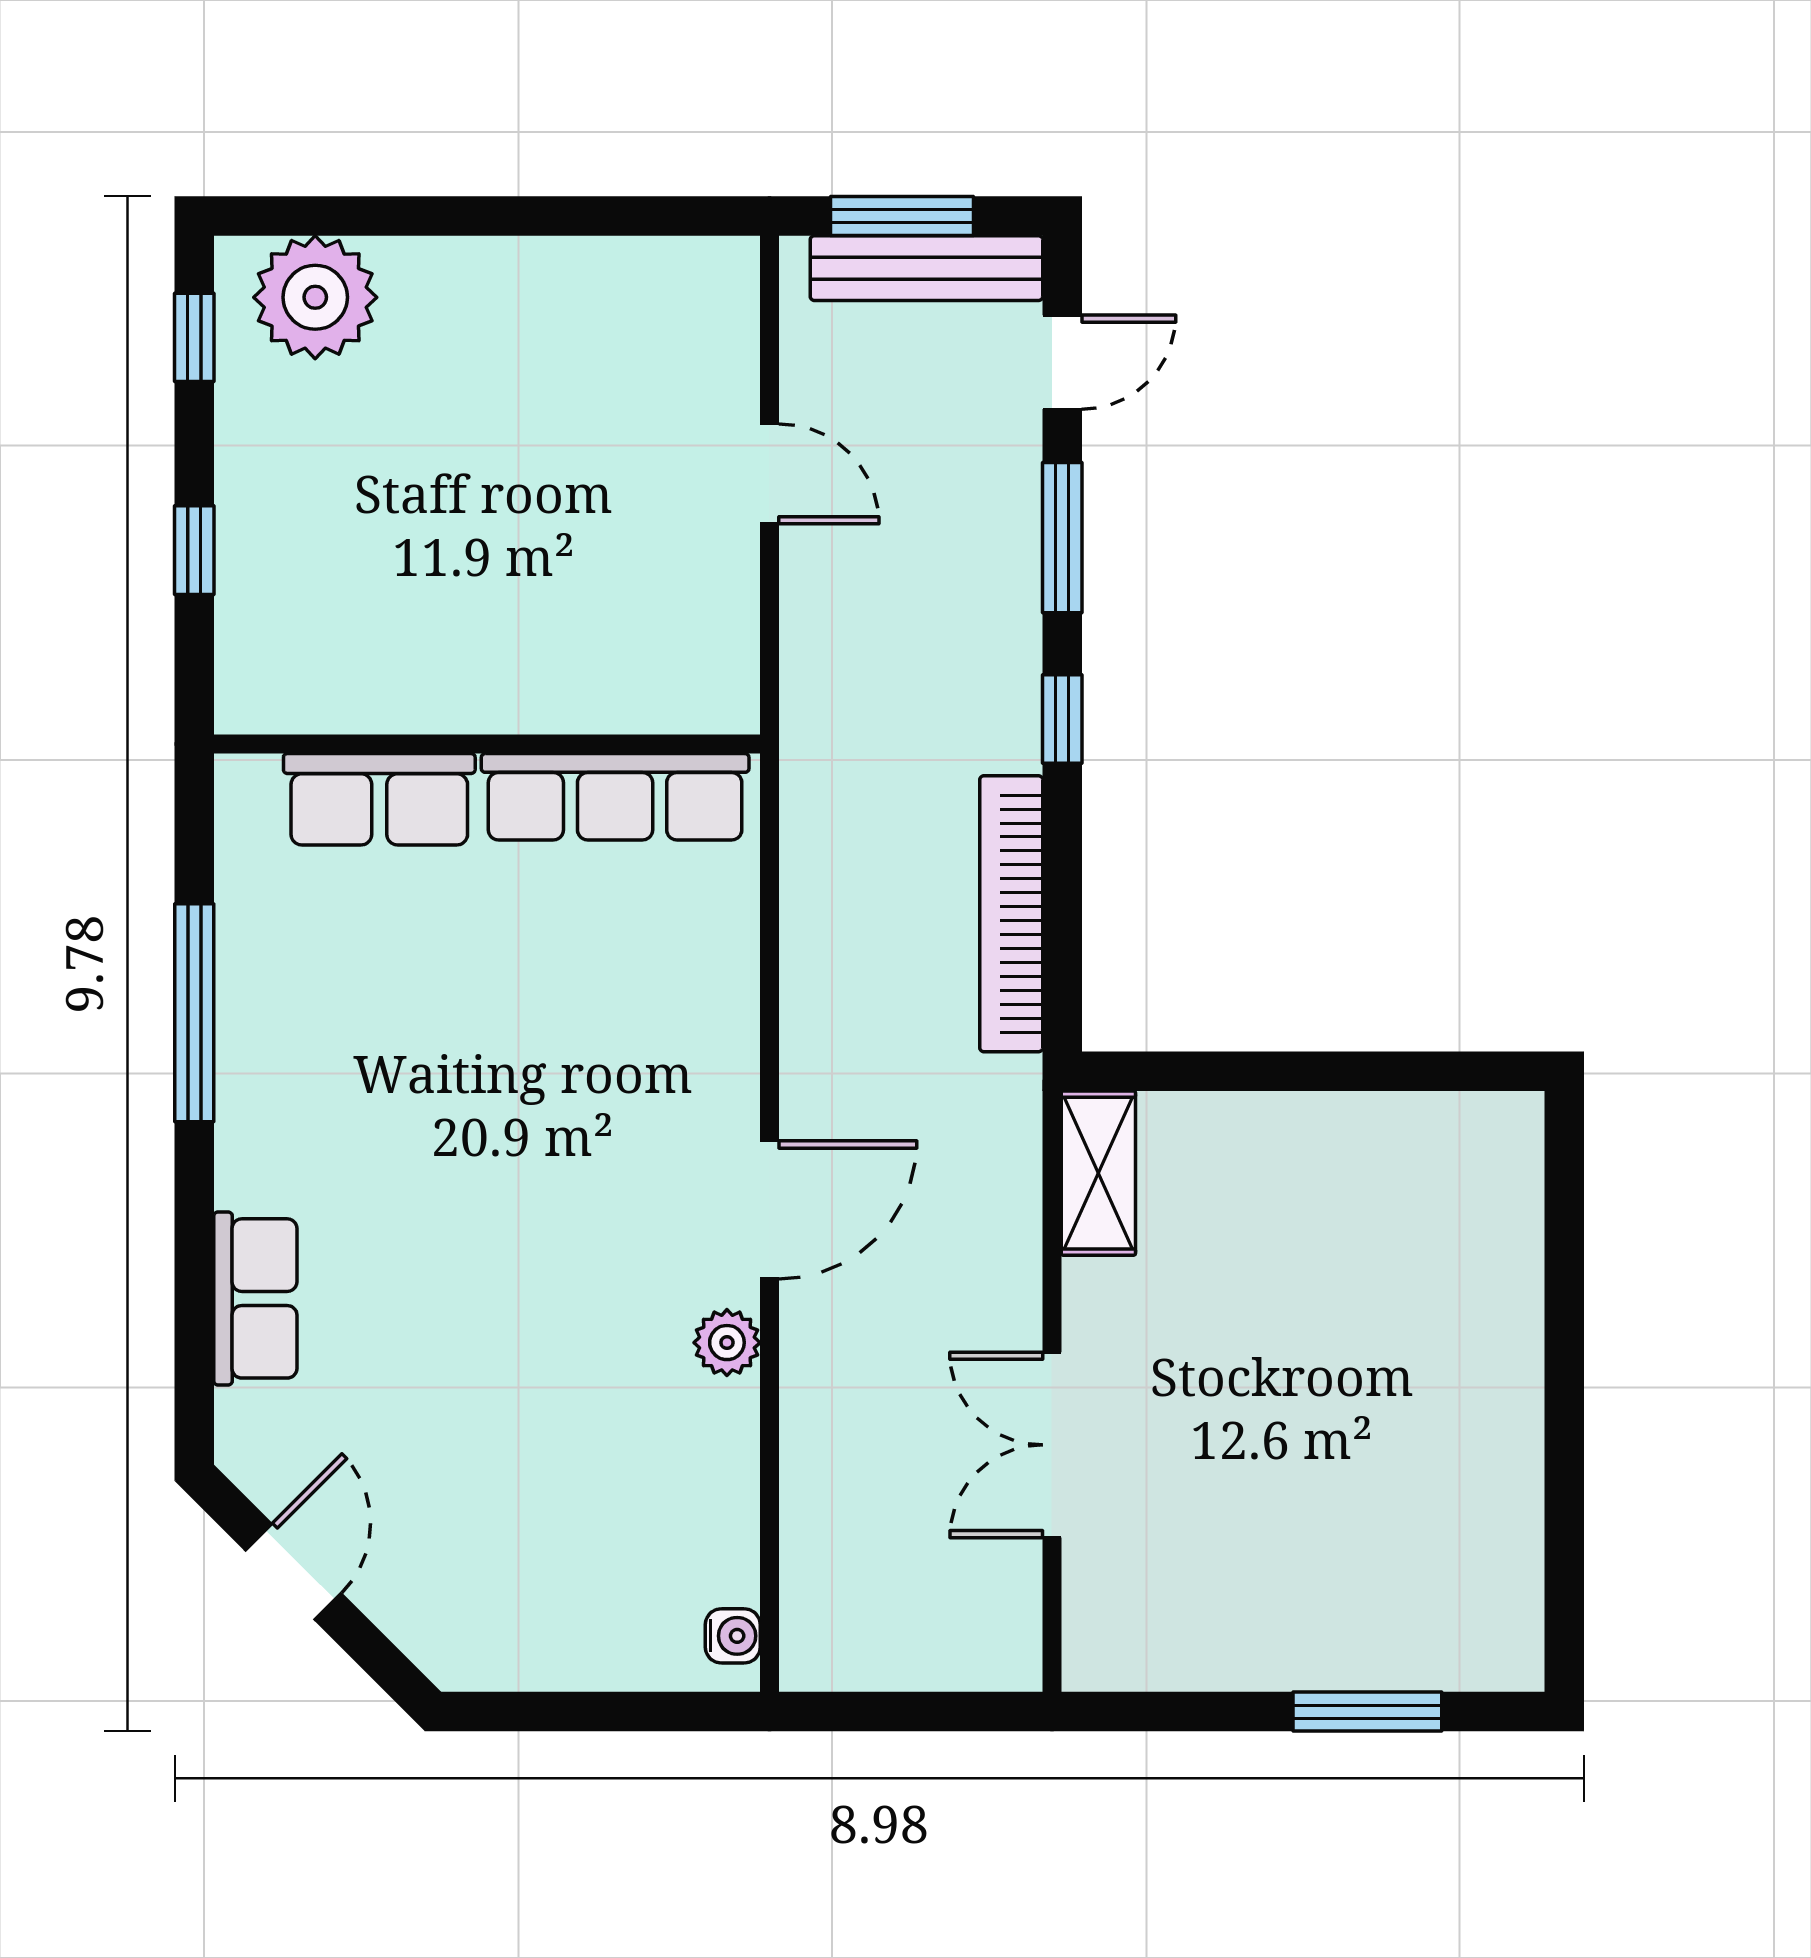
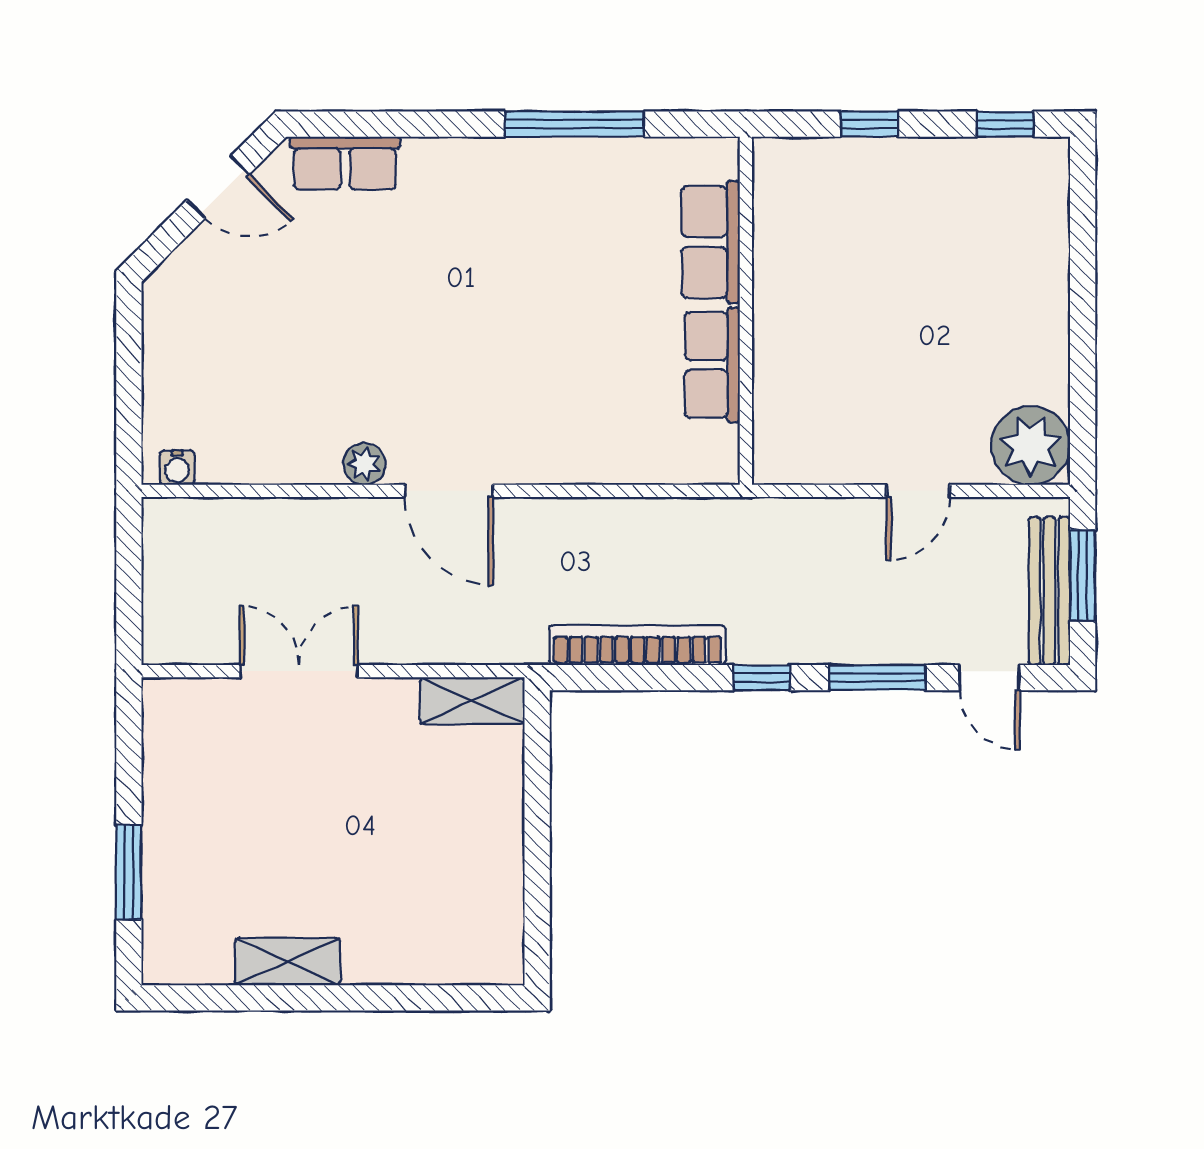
plant: (315, 297) -> (1031, 446), moved
row of seats: (615, 797) -> (712, 365), width x0.68
row of seats: (255, 1298) -> (345, 163), moved
shelving: (1508, 1463) -> (288, 962), added

